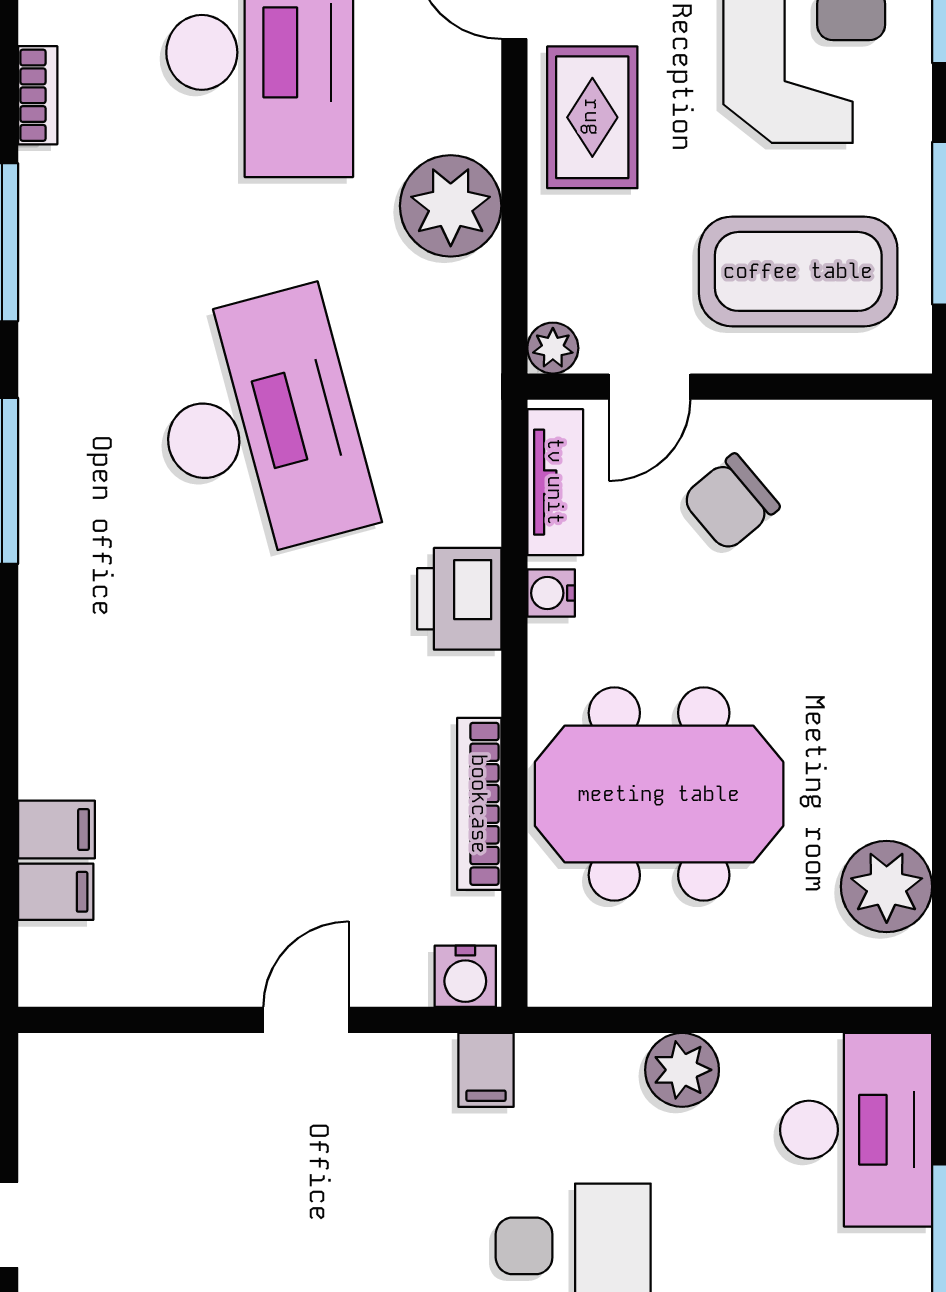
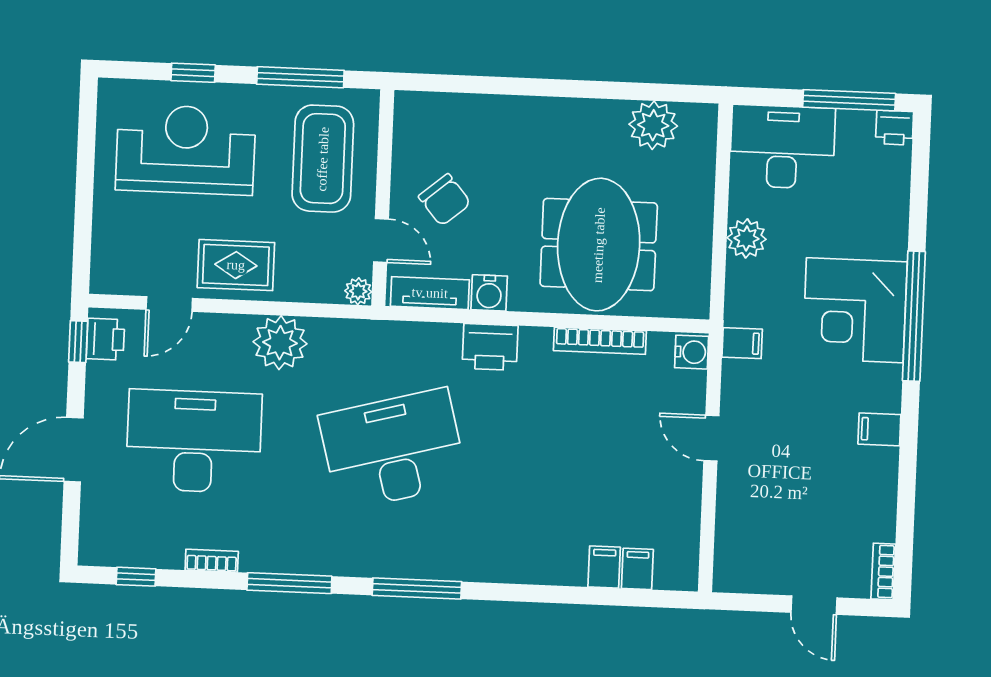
water cooler: (551, 593) -> (489, 293), width x1.38, depth x1.38

